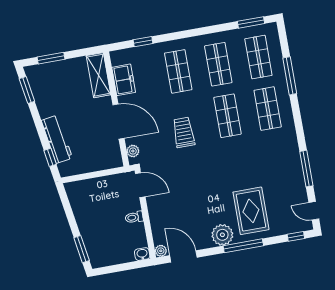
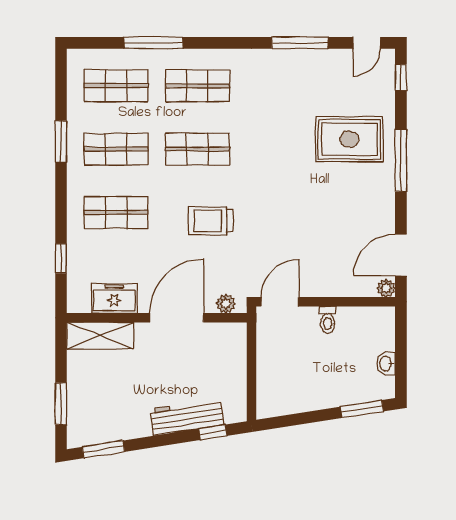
window: (251, 22) -> (61, 141), moved
plant: (222, 235) -> (378, 189), removed
washbasin: (142, 254) -> (386, 363), moved

